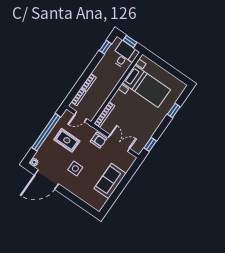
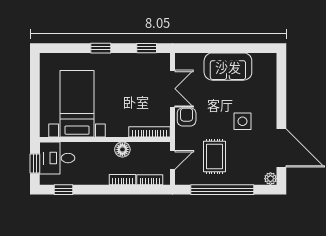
floor lamp: (105, 94) -> (122, 149), added
window: (174, 110) -> (101, 48), moved
door: (81, 117) -> (173, 160), hinge flipped
double door: (119, 143) -> (173, 89), swing flipped

